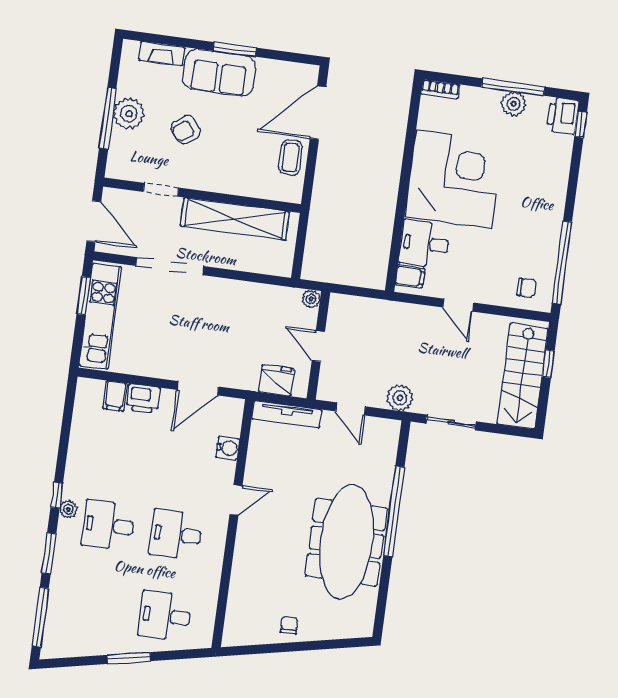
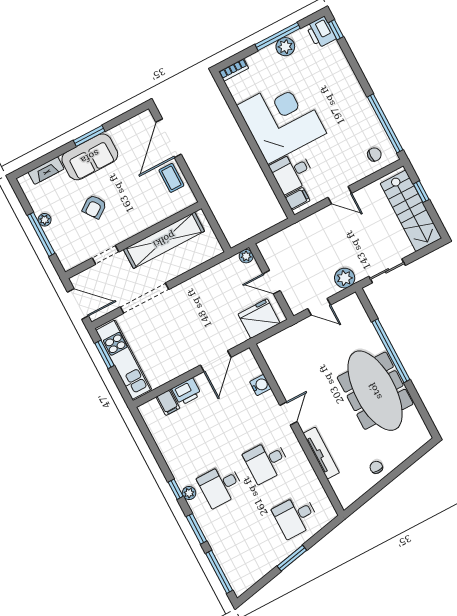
plant: (129, 114) -> (45, 220), width x0.53, depth x0.53
fridge: (276, 380) -> (259, 319), width x1.36, depth x1.34
tv unit: (287, 414) -> (321, 453), moved, turned -90

